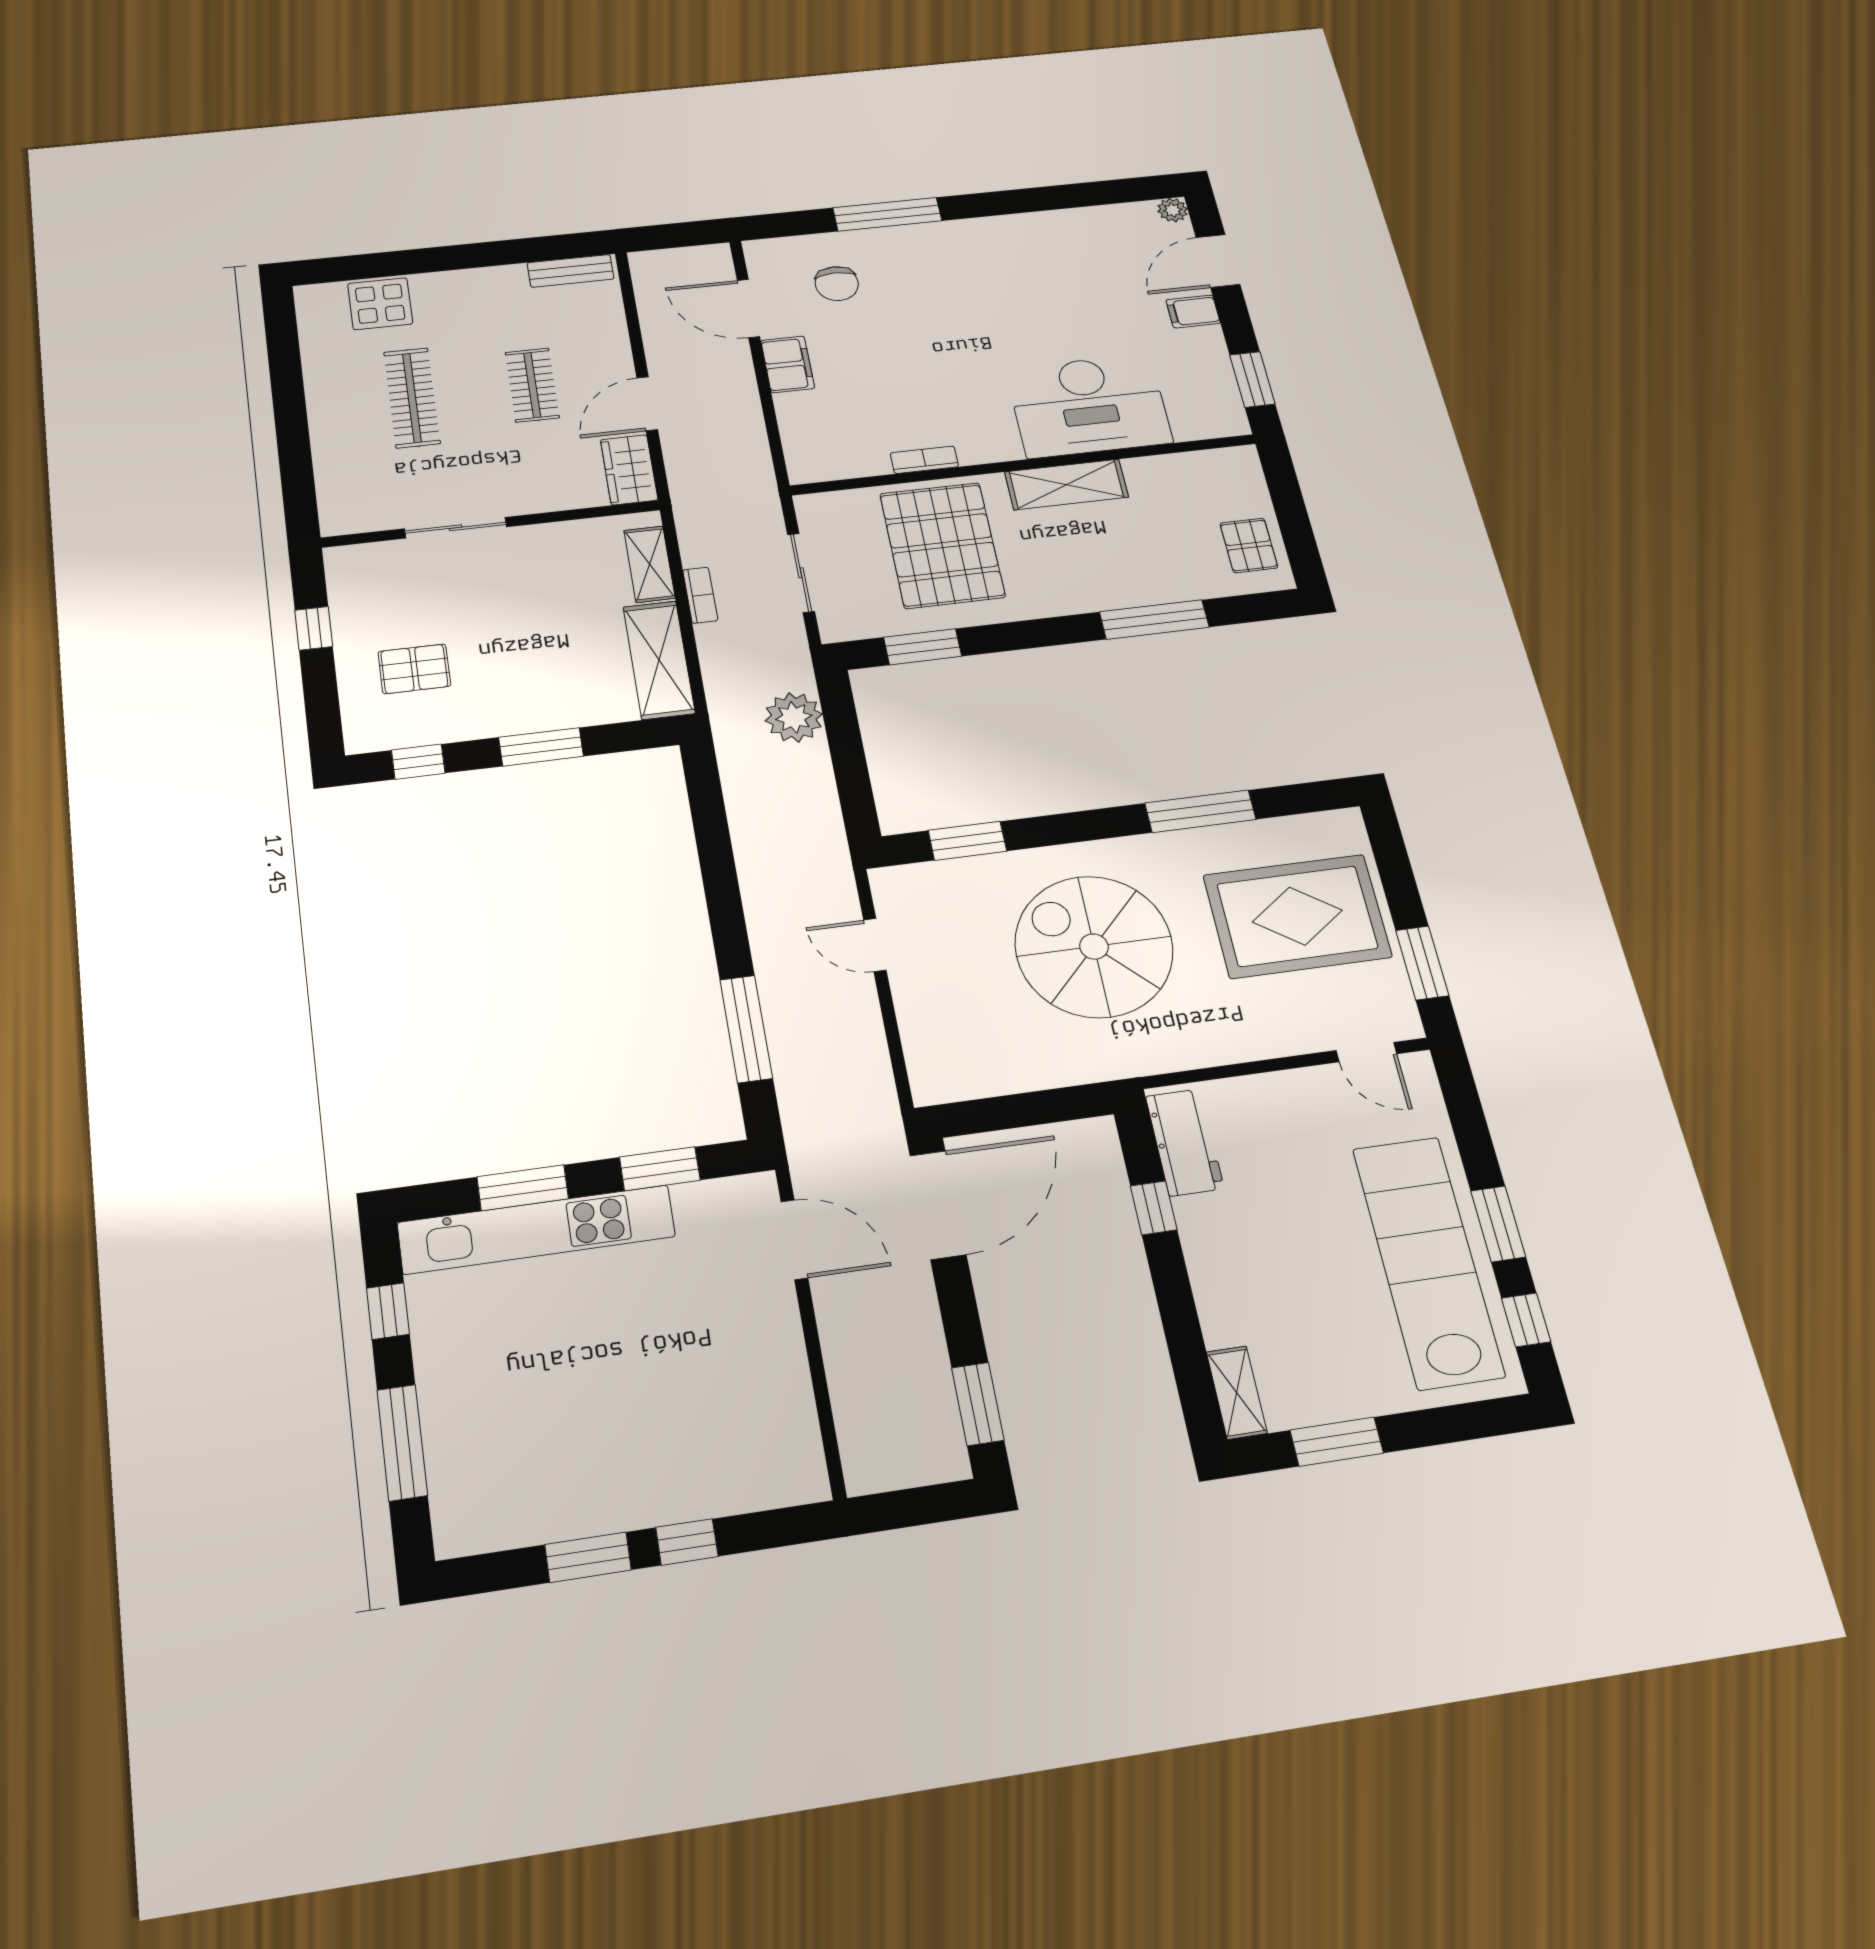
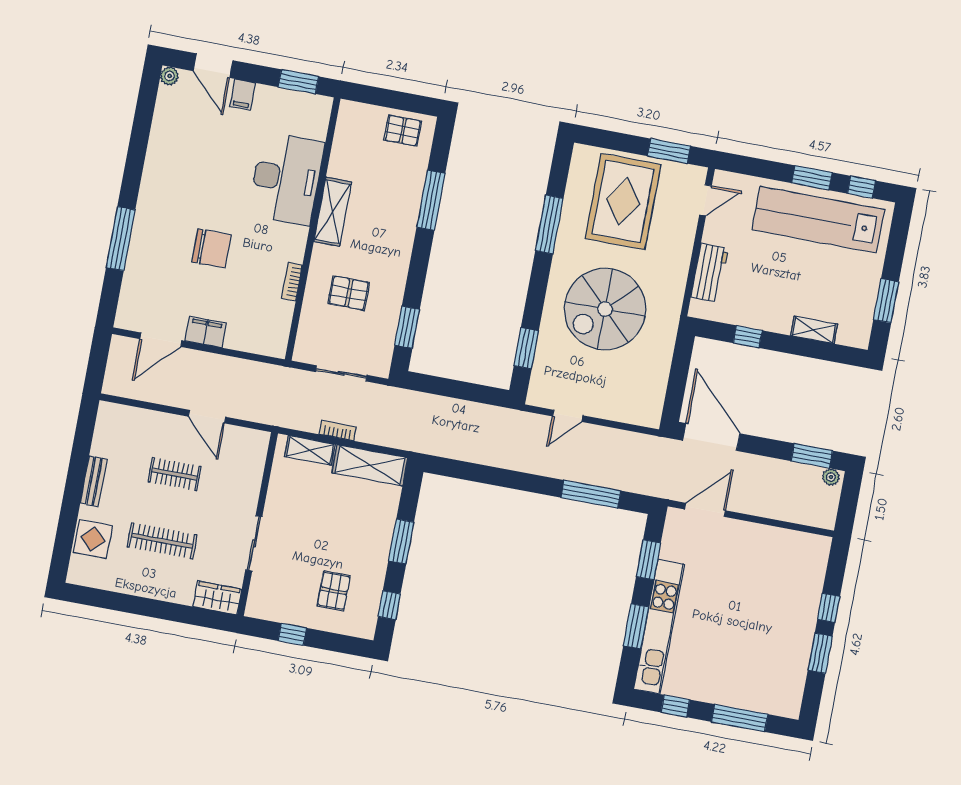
bench: (571, 271) -> (94, 481), moved
chair: (837, 284) -> (211, 248), moved, width x1.37, depth x1.37
wardrobe: (629, 470) -> (217, 598), moved, turned 180
pallet: (942, 545) -> (349, 293), width x0.49, depth x0.50
plant: (794, 717) -> (831, 477), moved, width x0.53, depth x0.53
workbench: (1185, 1142) -> (710, 273), moved, turned 90
shelving: (1237, 1393) -> (814, 330), moved

